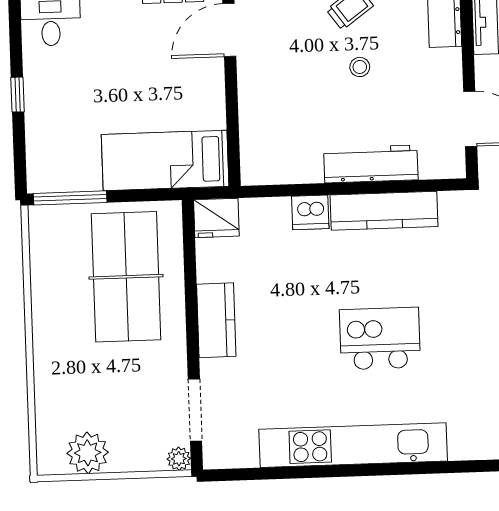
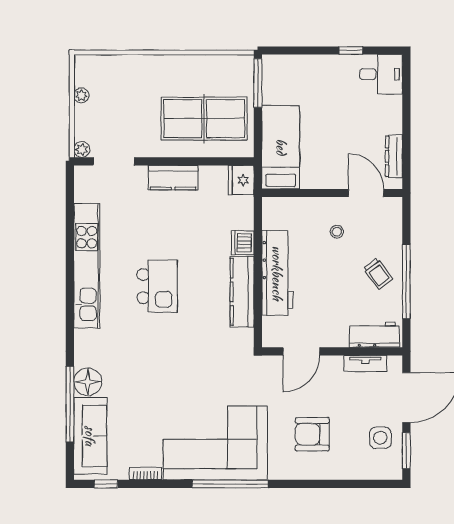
stool: (360, 67) -> (337, 232), moved
window: (18, 95) -> (351, 51), moved
workbench: (371, 164) -> (277, 273), width x1.36, depth x1.32
plant: (88, 453) -> (81, 95), width x0.53, depth x0.53

